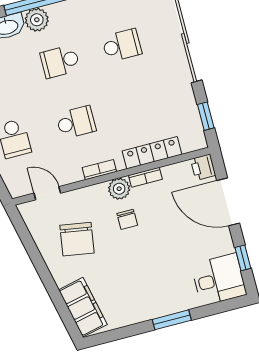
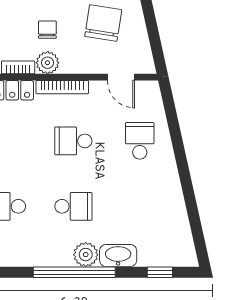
bookcase: (99, 170) -> (62, 87), width x1.56

